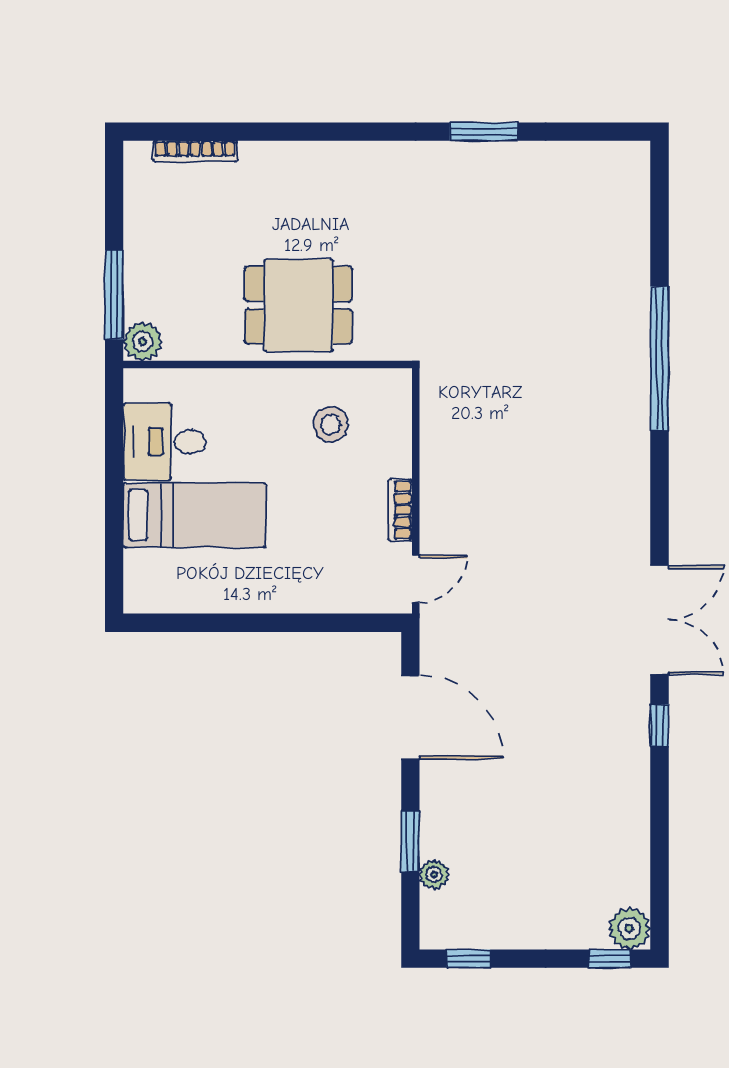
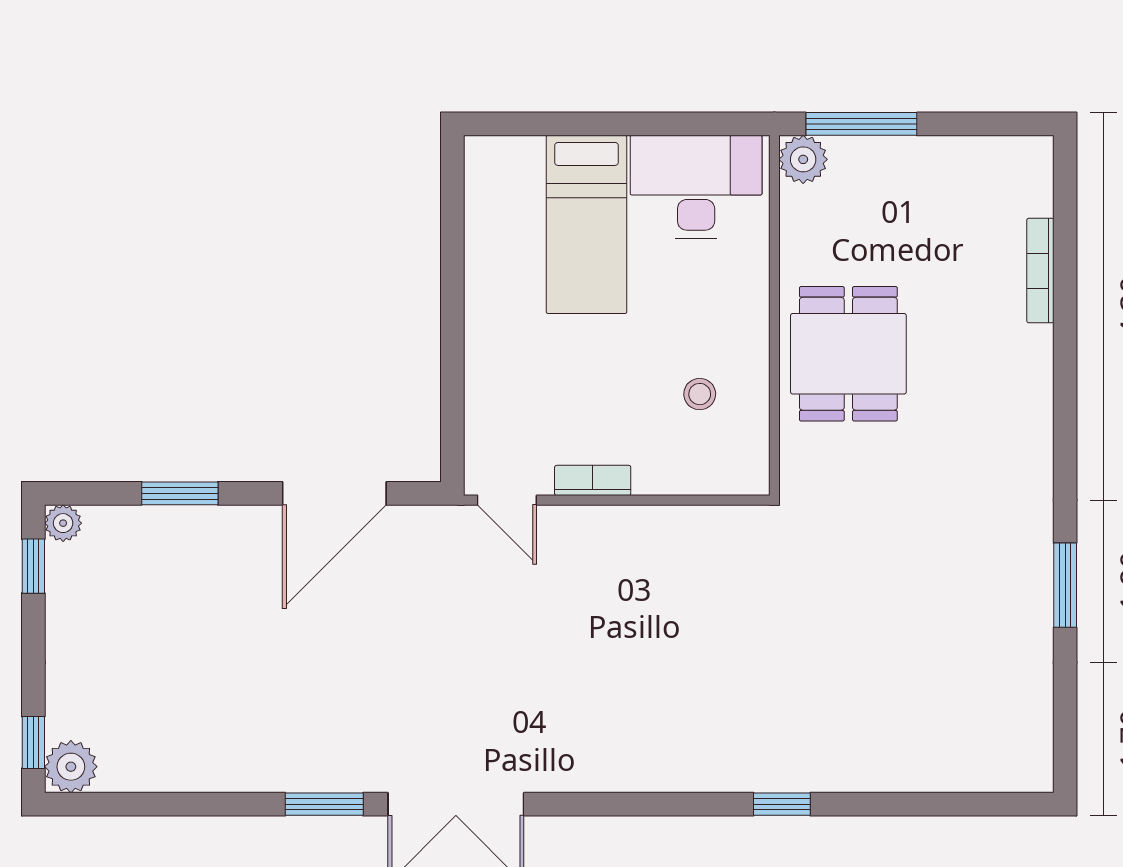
bookcase: (195, 151) -> (1040, 271), moved
window: (659, 359) -> (782, 804), width x0.32
stool: (331, 424) -> (700, 394), width x0.73, depth x0.73
desk: (165, 442) -> (696, 187), width x1.37
window: (659, 725) -> (324, 804), width x1.50
plant: (434, 874) -> (63, 523), moved

